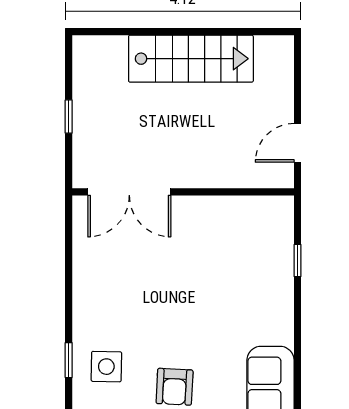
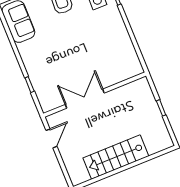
double door: (129, 192) -> (85, 99), moved

